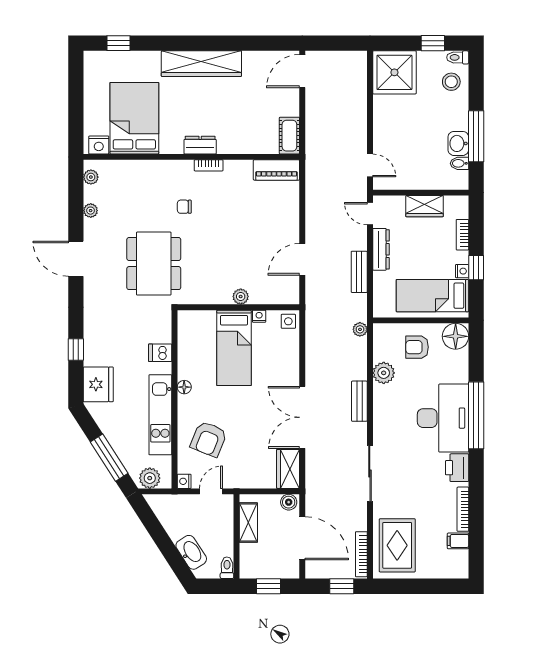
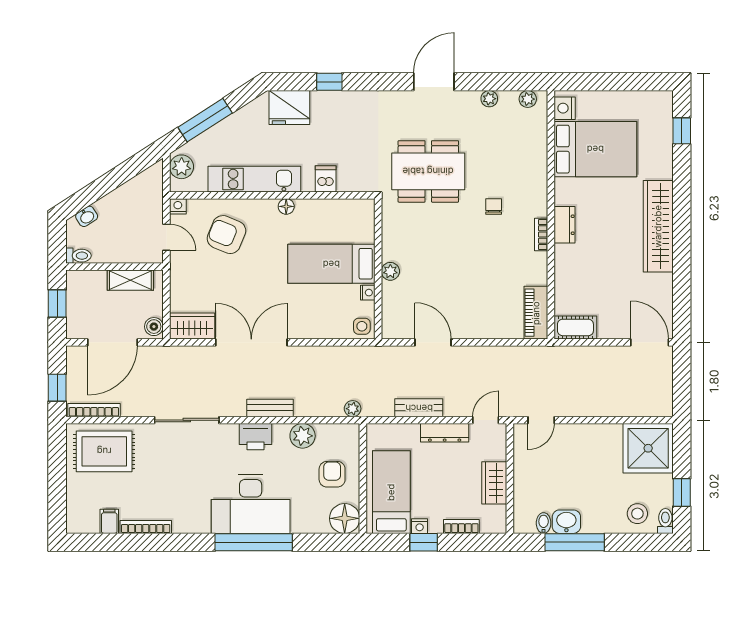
printer: (457, 468) -> (255, 437), moved, turned 180
washbasin: (191, 552) -> (87, 216), width x0.52, depth x0.69

